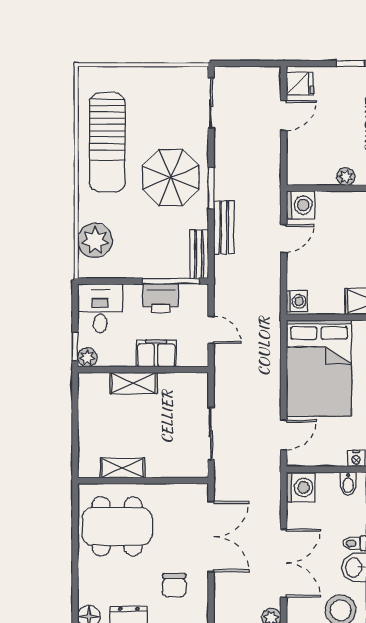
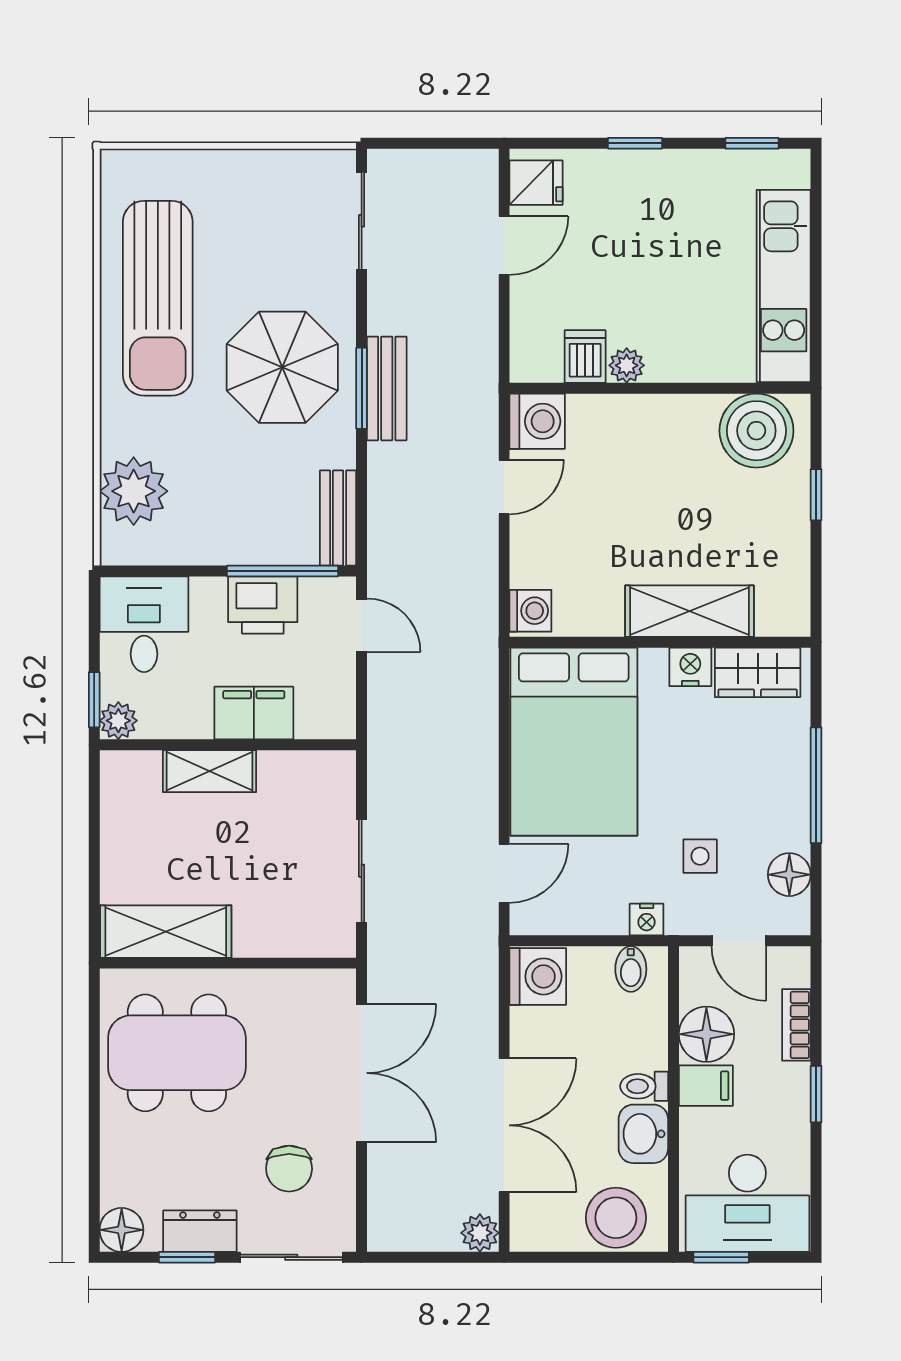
dishwasher: (325, 172) -> (585, 357), added
bench: (224, 227) -> (387, 388), moved
door: (211, 330) -> (362, 625), moved
shelving: (123, 468) -> (166, 932), width x1.50, depth x1.33

